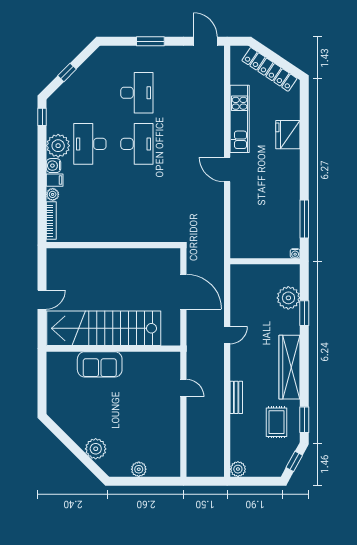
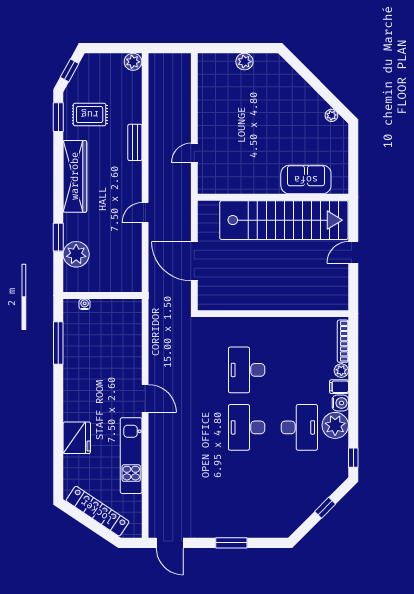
desk: (137, 93) -> (247, 370), moved
water cooler: (295, 253) -> (85, 304), moved
sofa: (100, 364) -> (306, 179), moved
door: (183, 388) -> (194, 153), hinge flipped
rug: (277, 422) -> (90, 114), turned 90
plant: (96, 449) -> (331, 115), moved, width x0.53, depth x0.53

